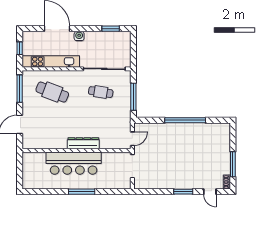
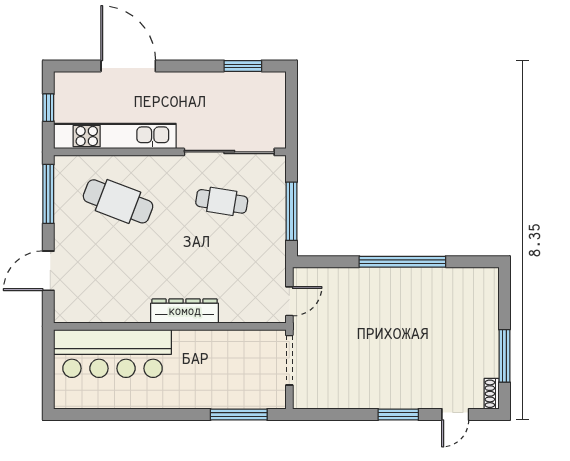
water cooler: (79, 36) -> (175, 82), removed
bar counter: (74, 163) -> (113, 353), moved
window: (82, 192) -> (239, 415), moved
door: (210, 192) -> (455, 415), hinge flipped

